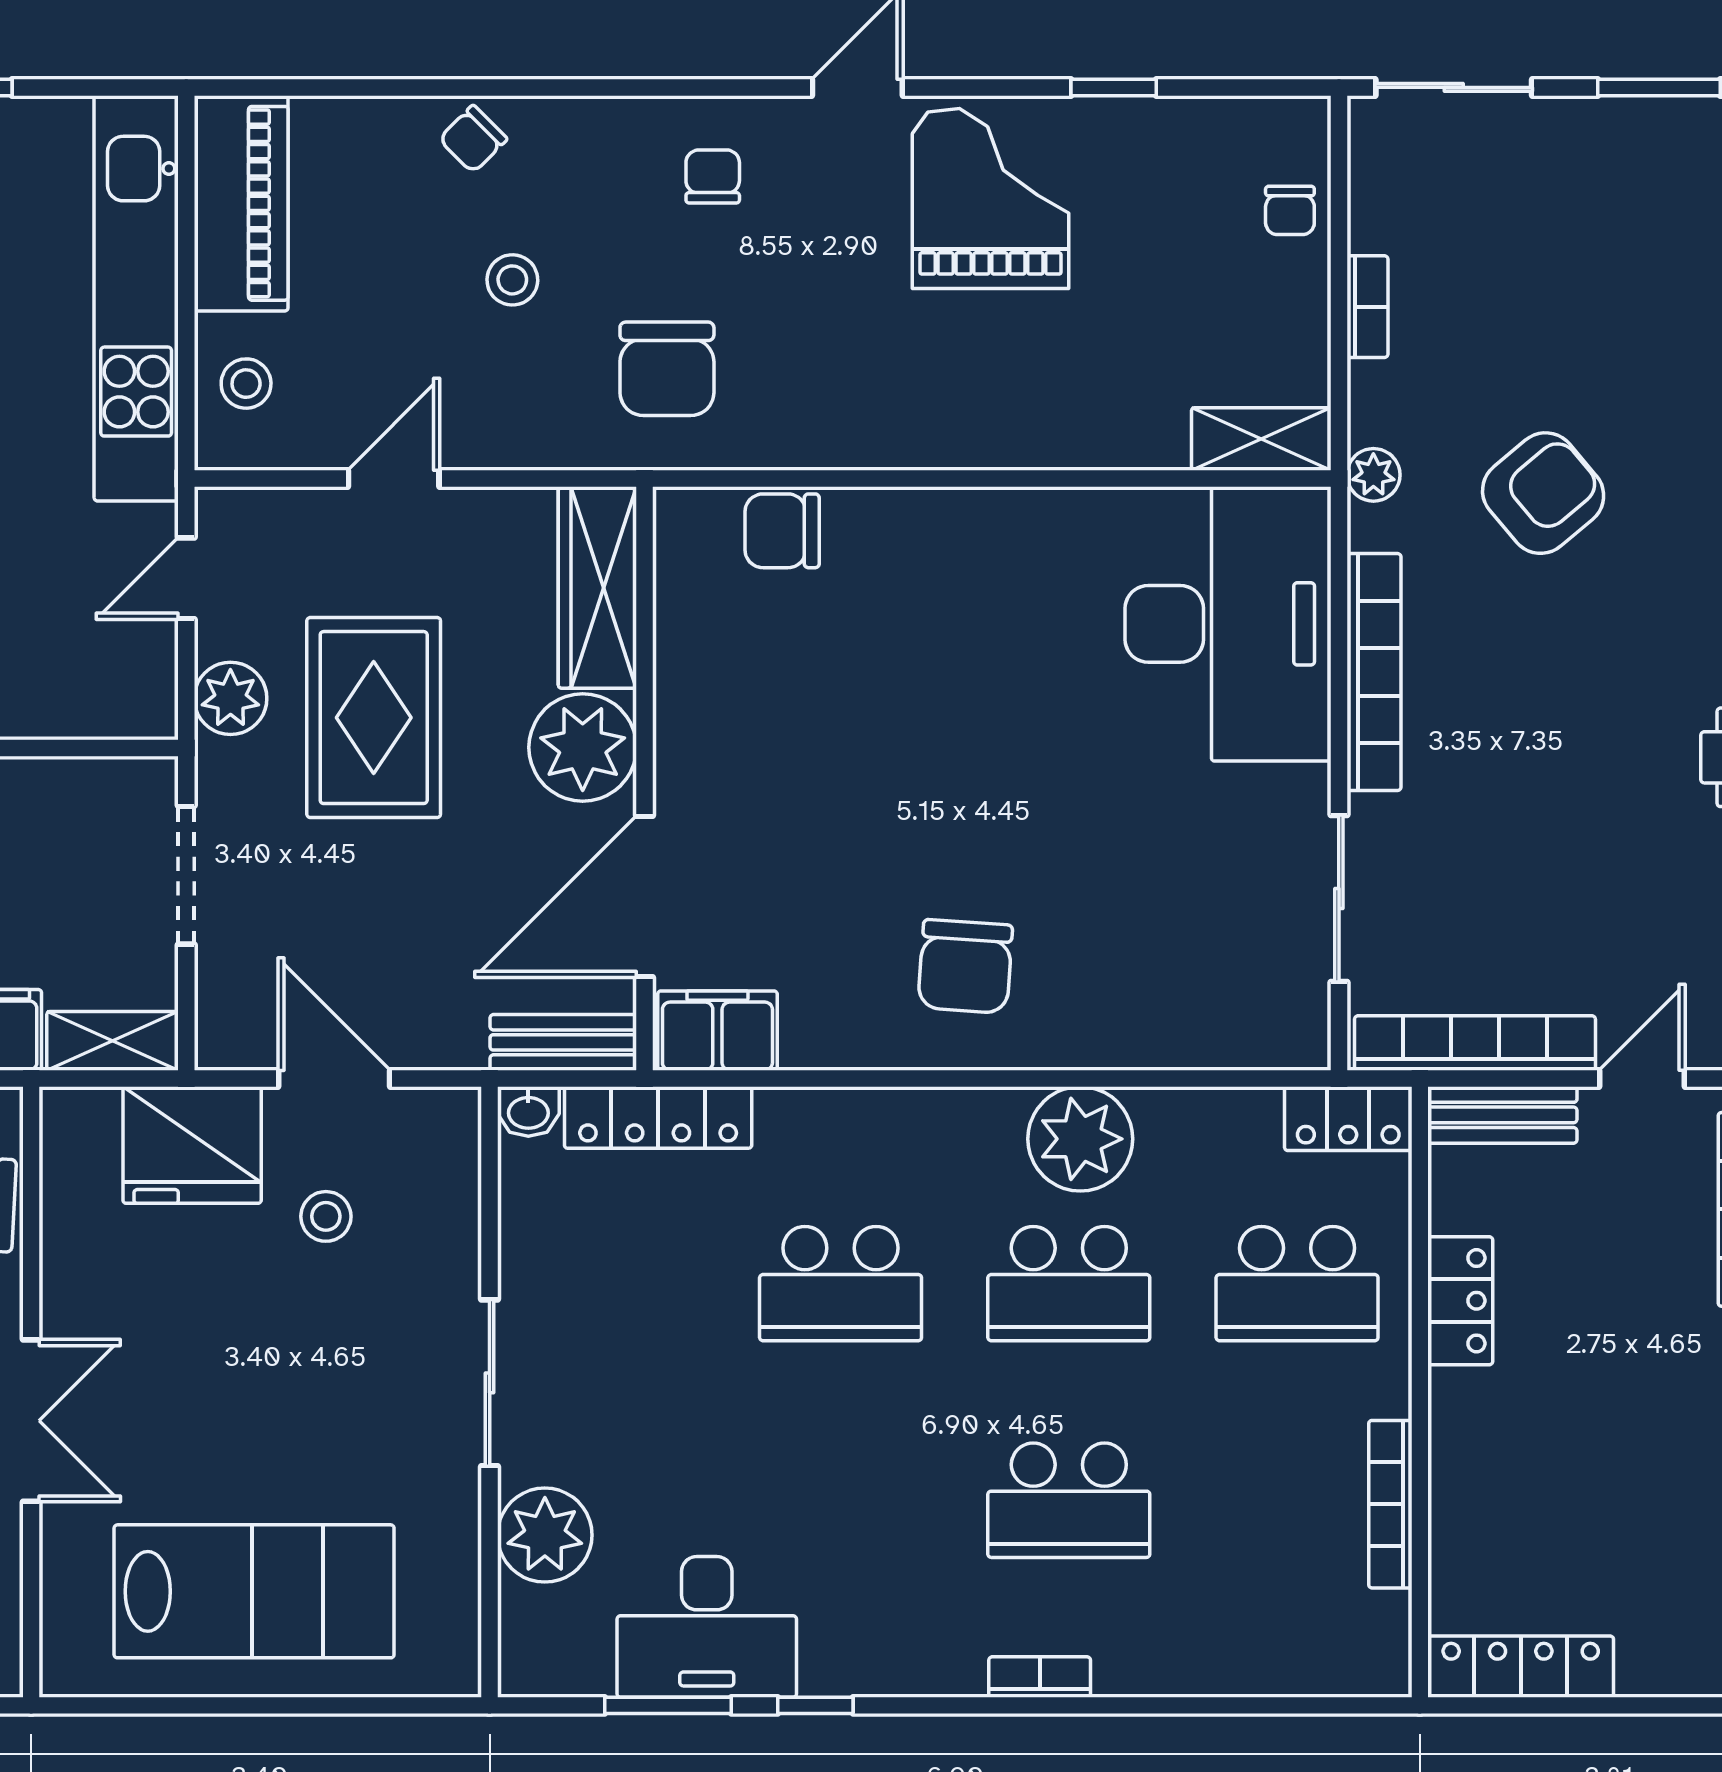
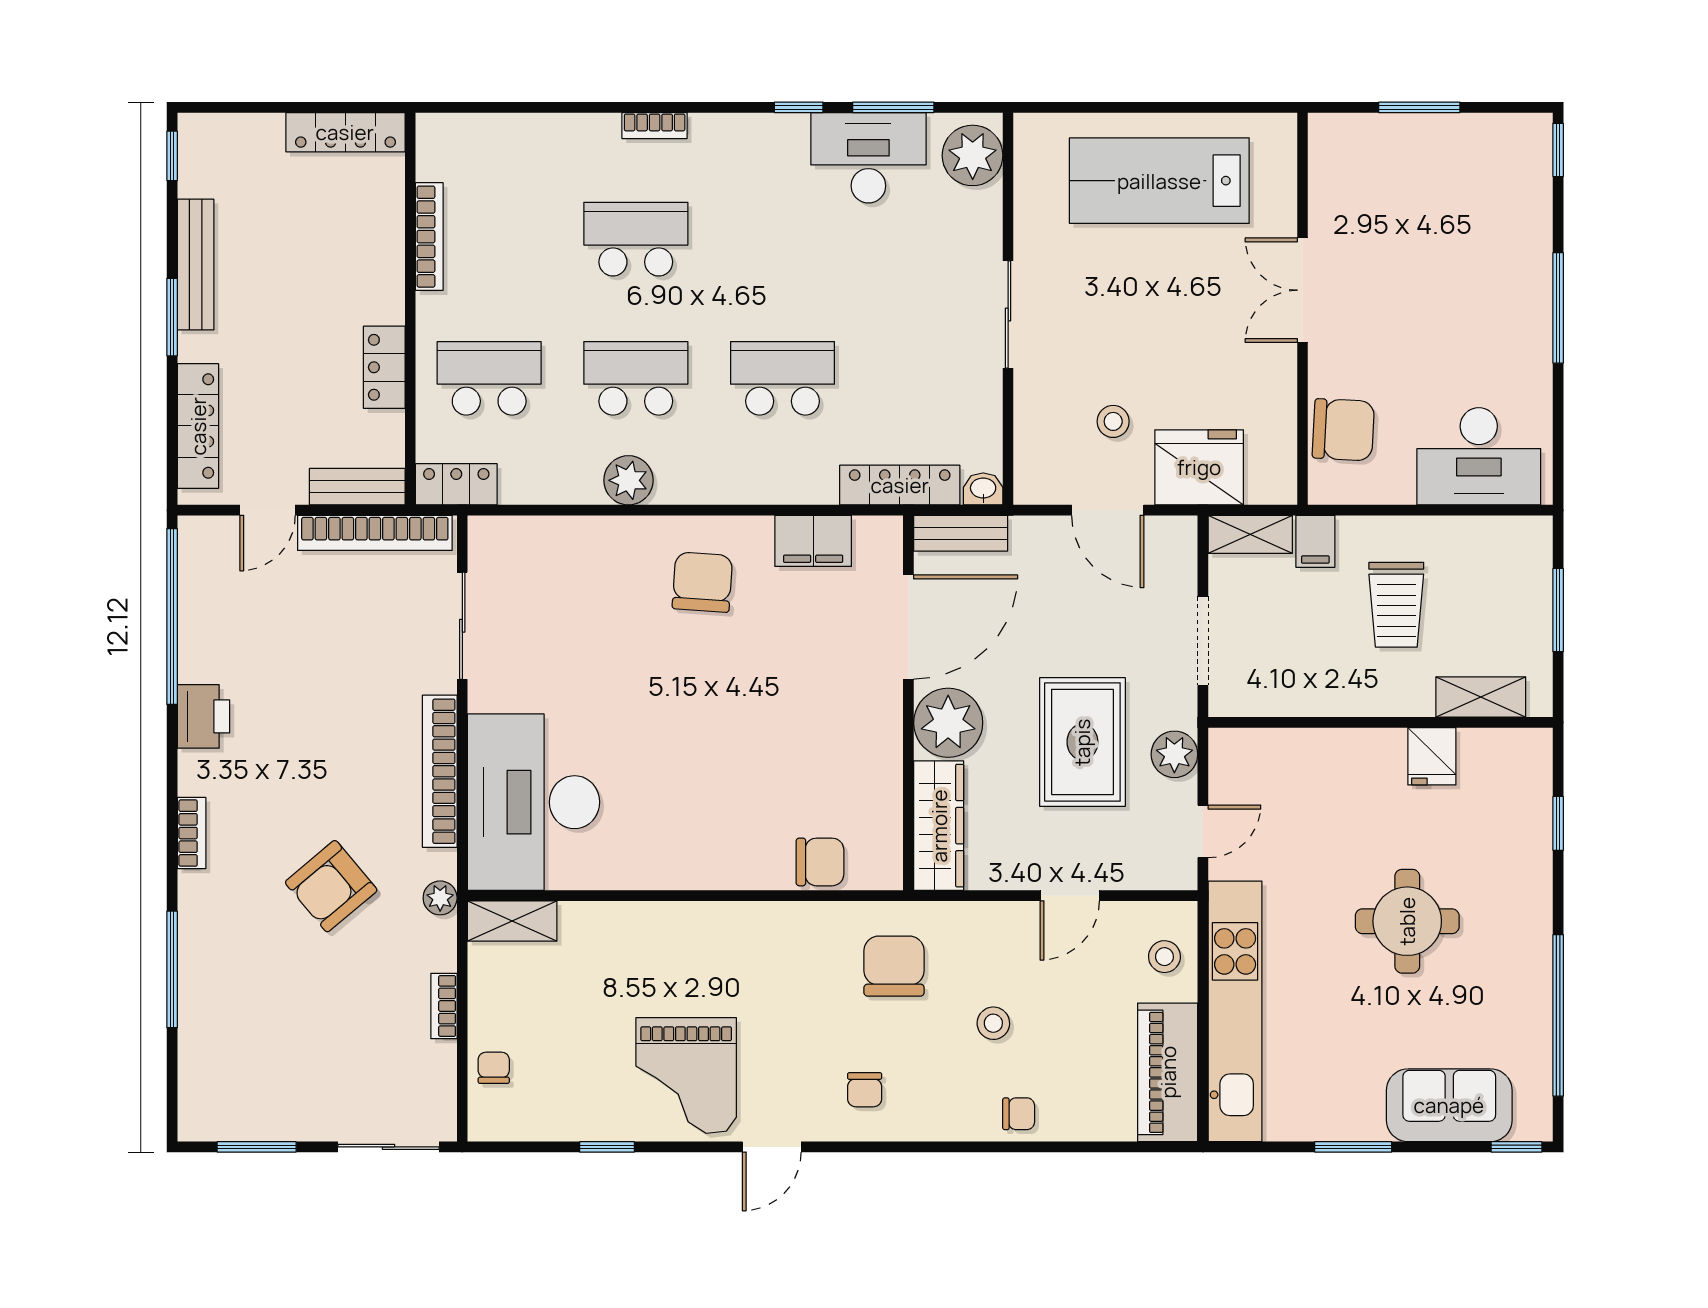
chair: (473, 139) -> (1019, 1114), turned 45
filing cabinet: (717, 1031) -> (813, 541), moved
plant: (1080, 1139) -> (628, 480), width x0.73, depth x0.73
plant: (545, 1535) -> (973, 155), moved

